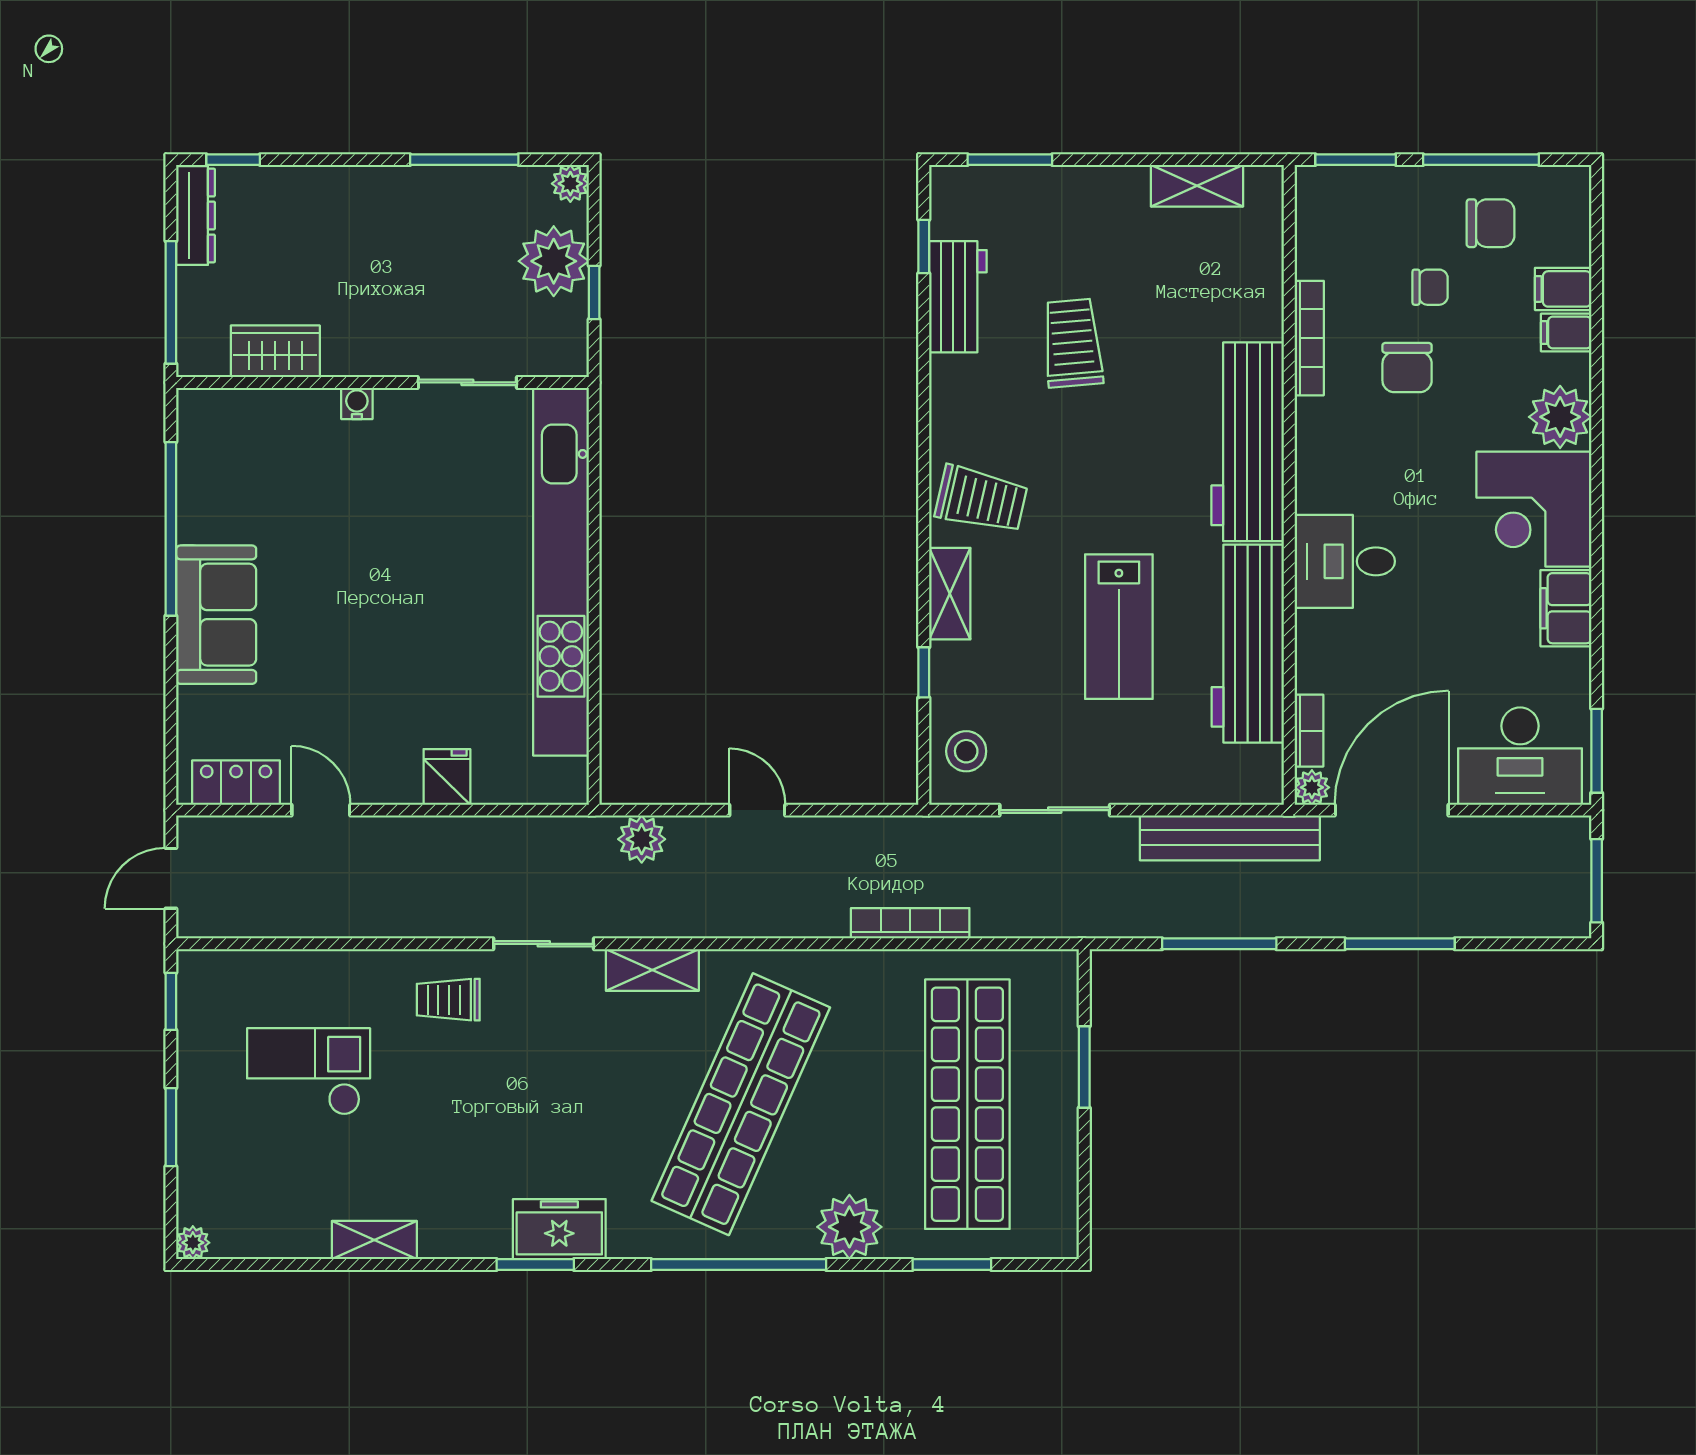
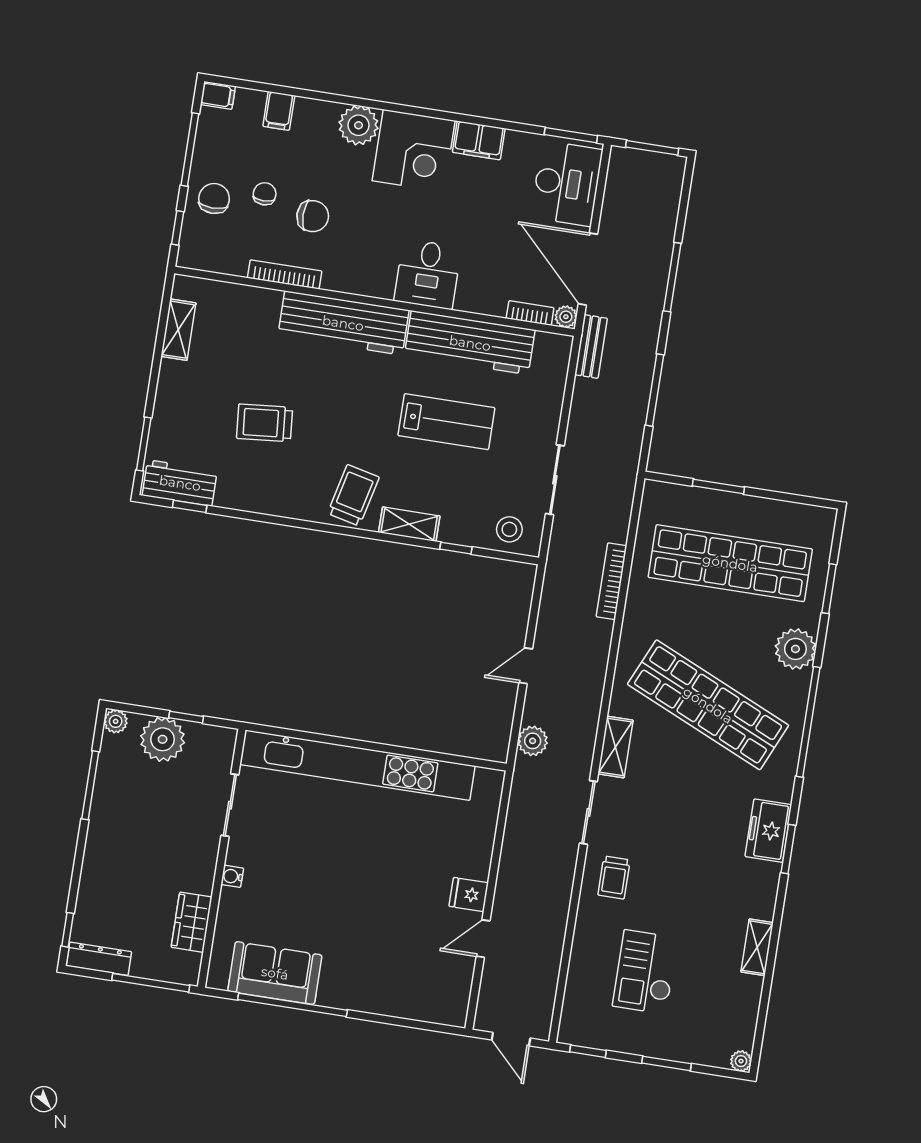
window: (1356, 160) -> (178, 228), width x0.67
chair: (1491, 223) -> (214, 199), moved
workbench: (958, 297) -> (180, 483), moved
filing cabinet: (1566, 333) -> (218, 95), moved, turned -90
sofa: (216, 615) -> (275, 973), moved
fridge: (447, 777) -> (469, 895), moved
locker: (236, 783) -> (458, 989), removed
bench: (1230, 838) -> (591, 346), width x0.54, depth x0.82

